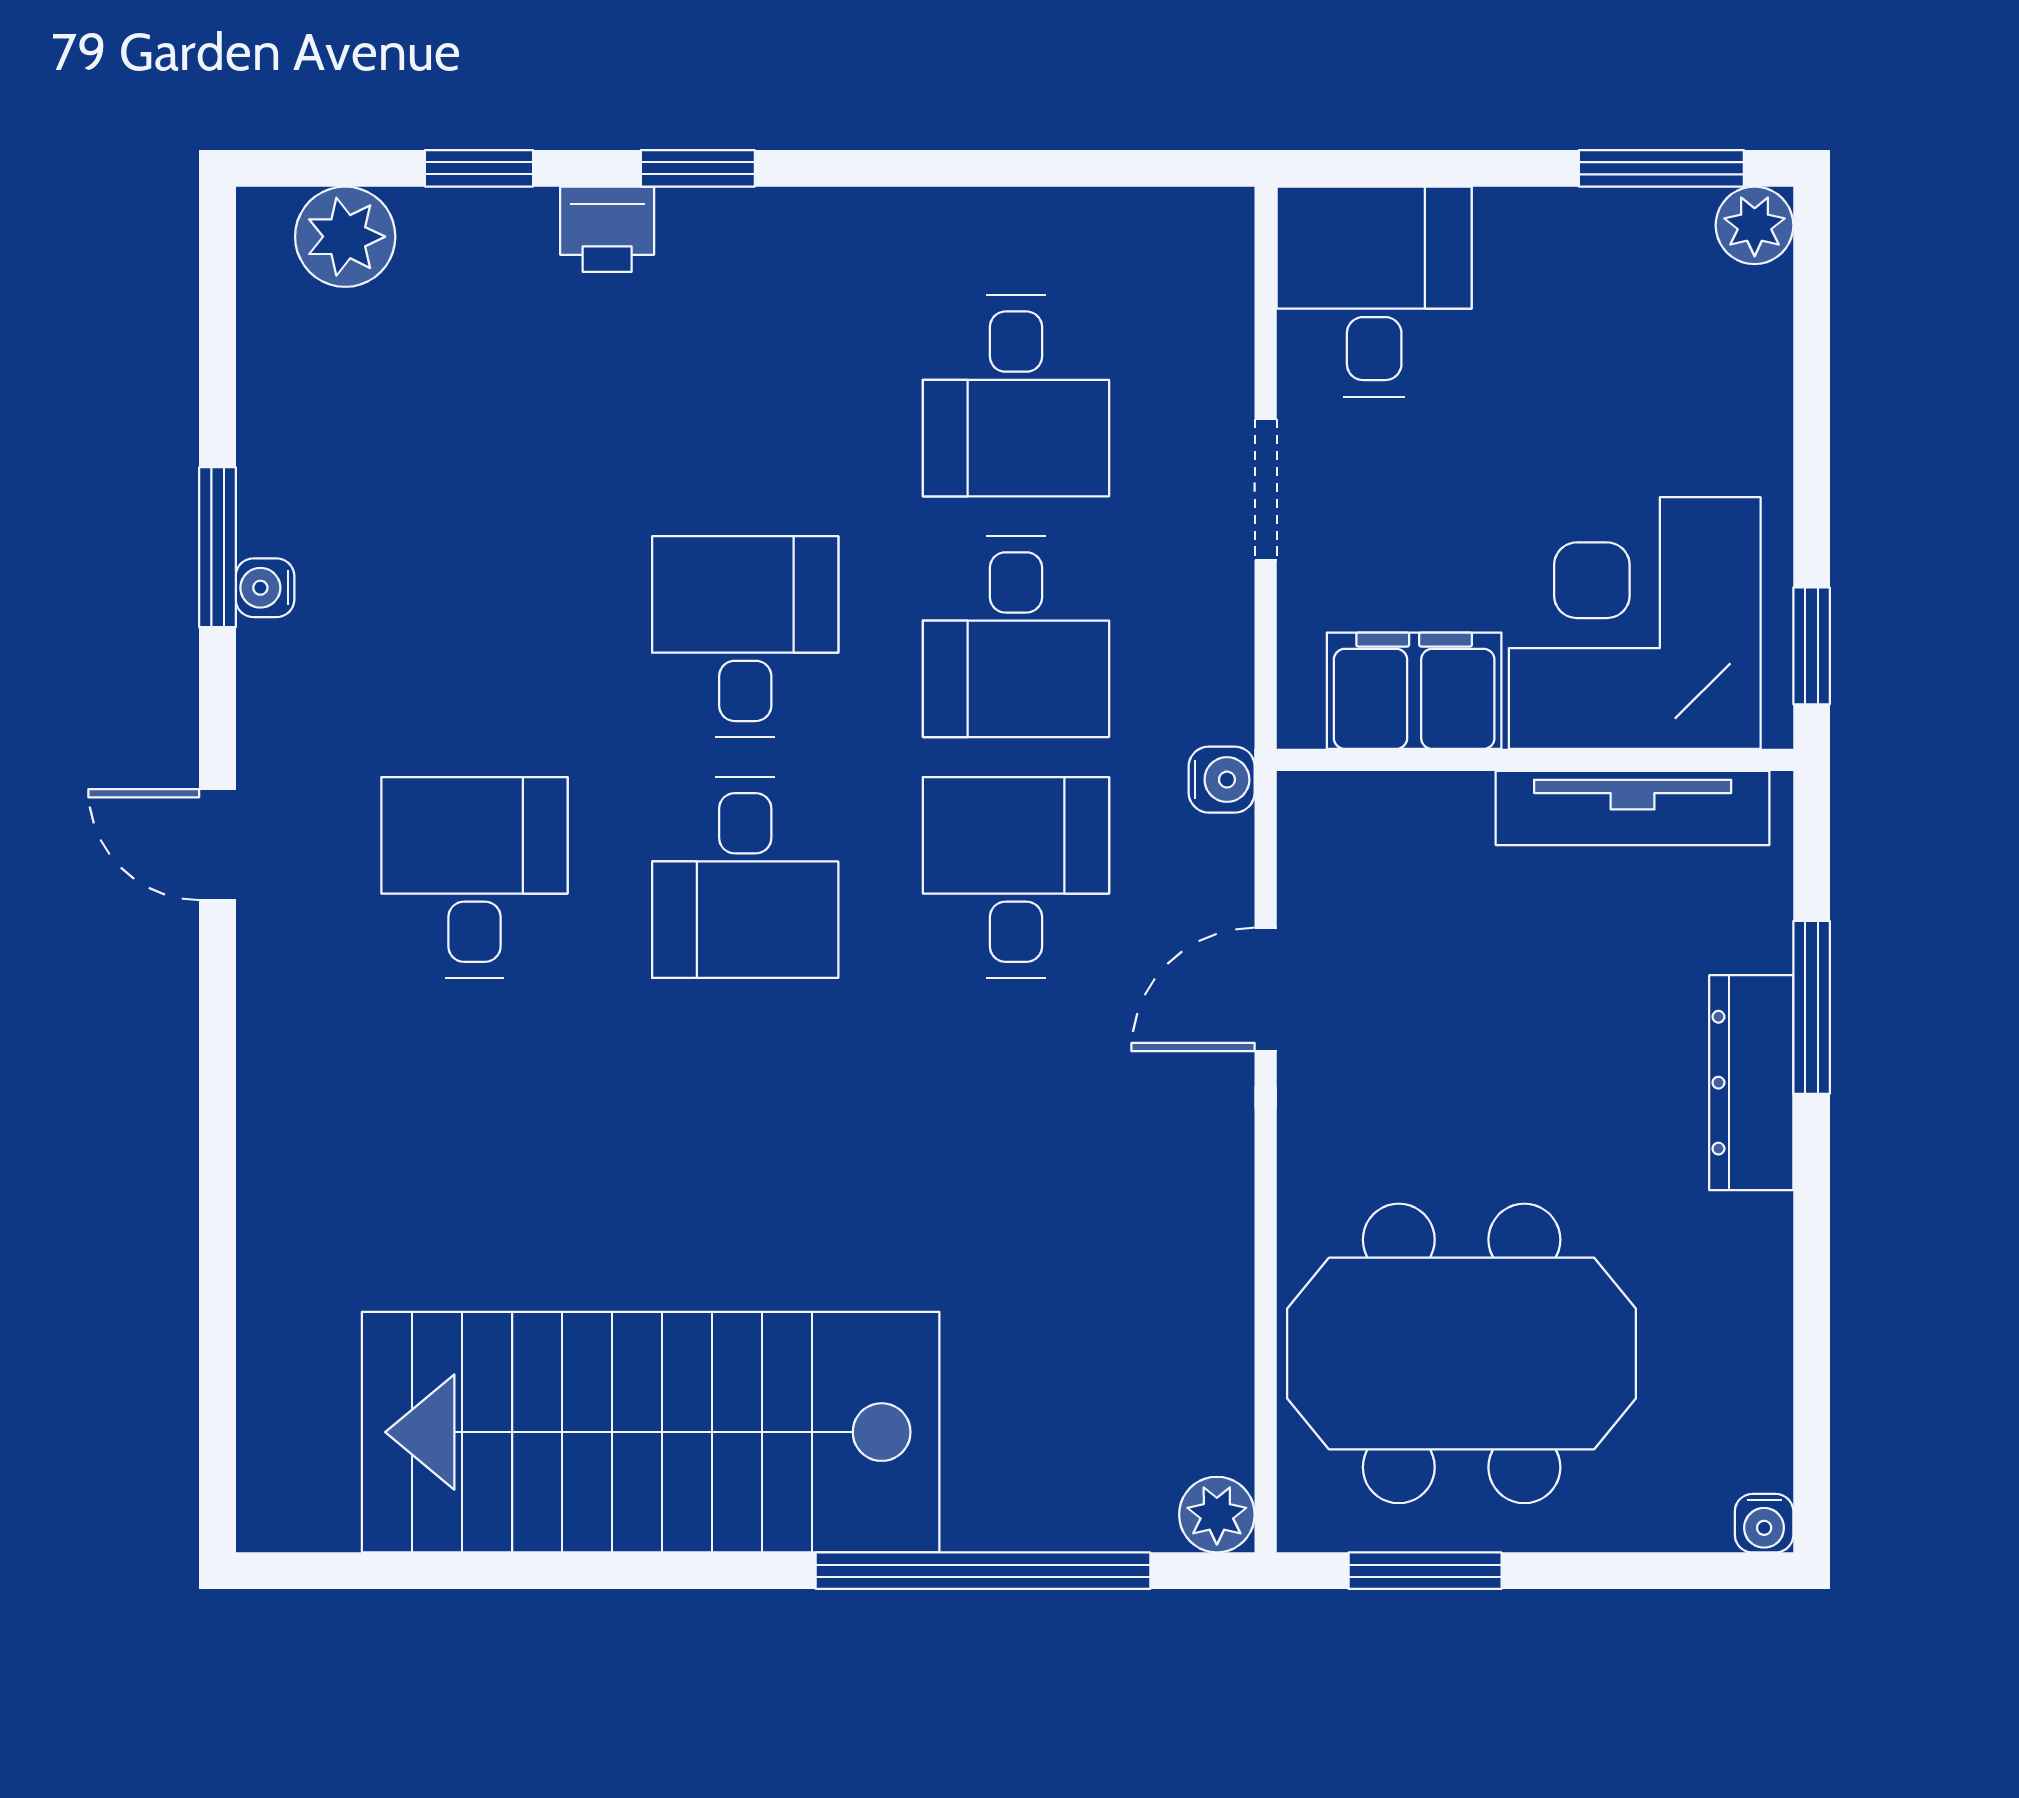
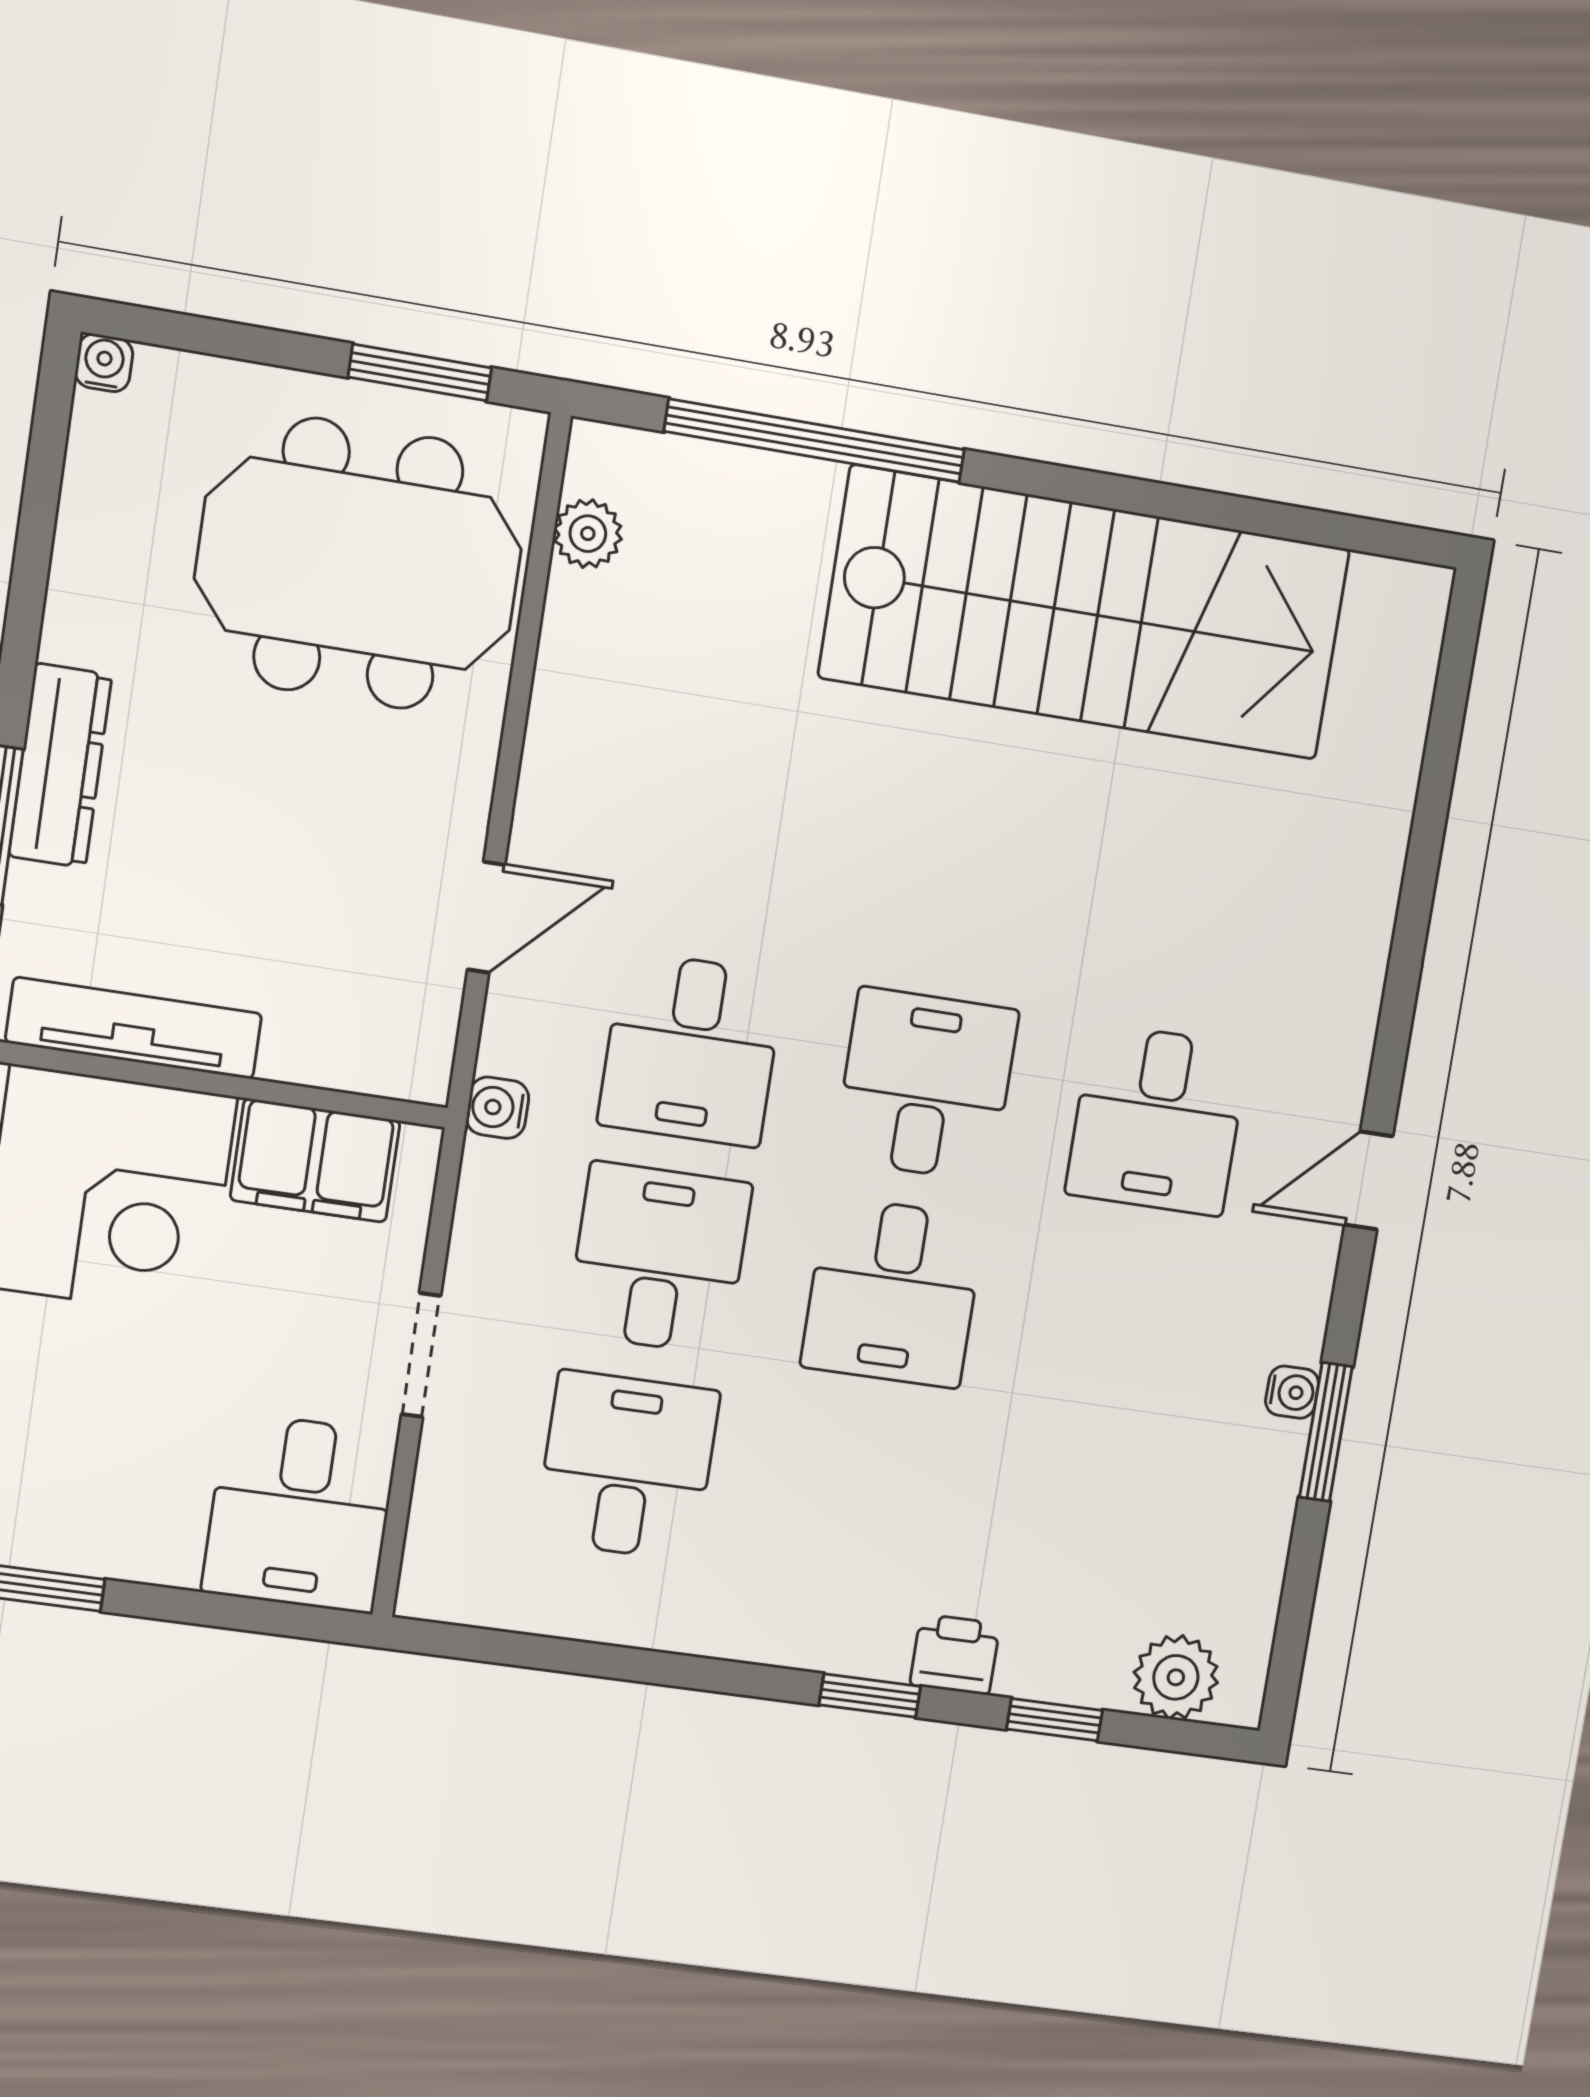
door: (217, 845) -> (1369, 1180), swing flipped
plant: (1217, 1515) -> (588, 534), moved

